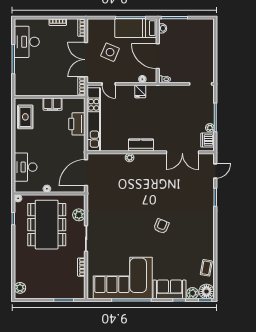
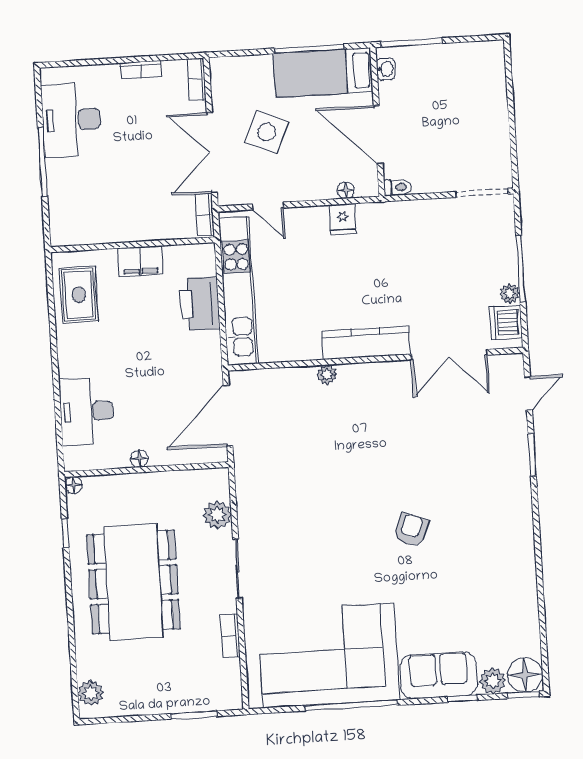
kitchen counter: (141, 145) -> (366, 343), width x1.50
dining table: (47, 225) -> (133, 582), moved
coffee table: (206, 268) -> (521, 620), removed

